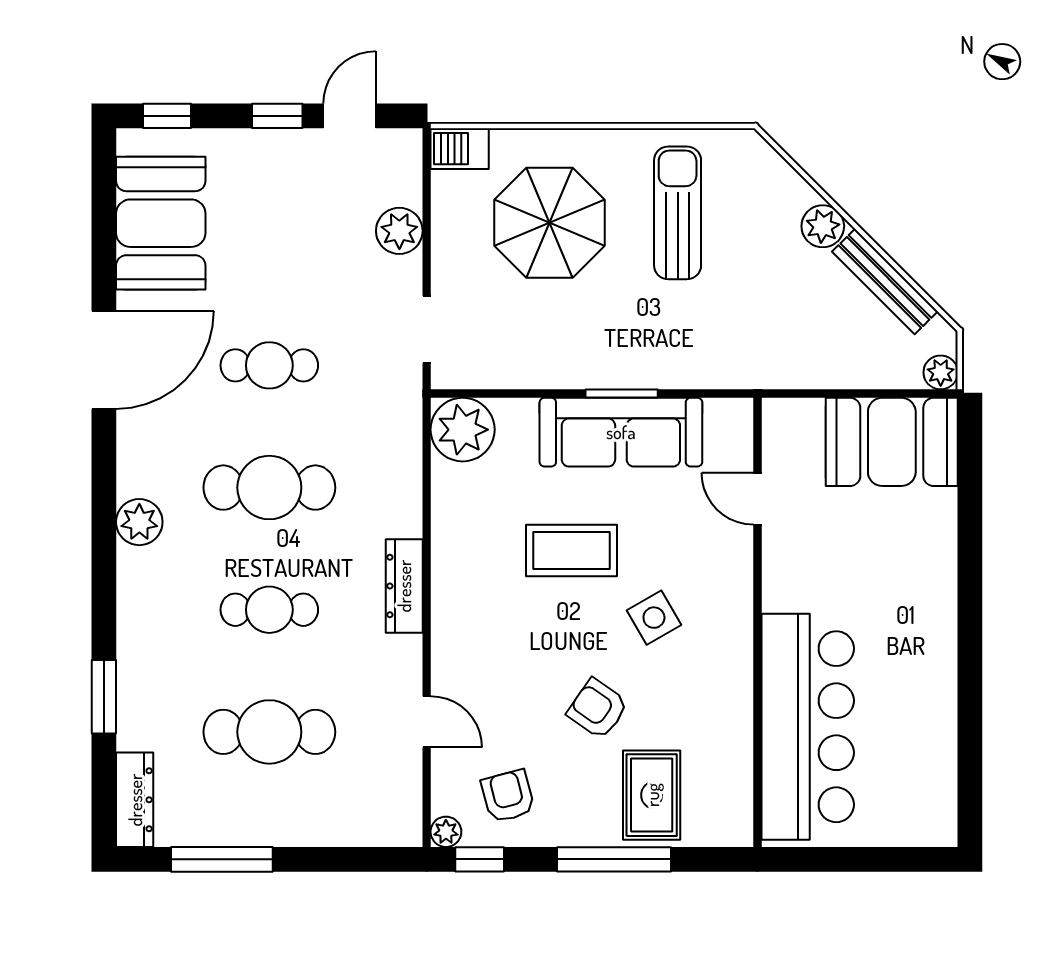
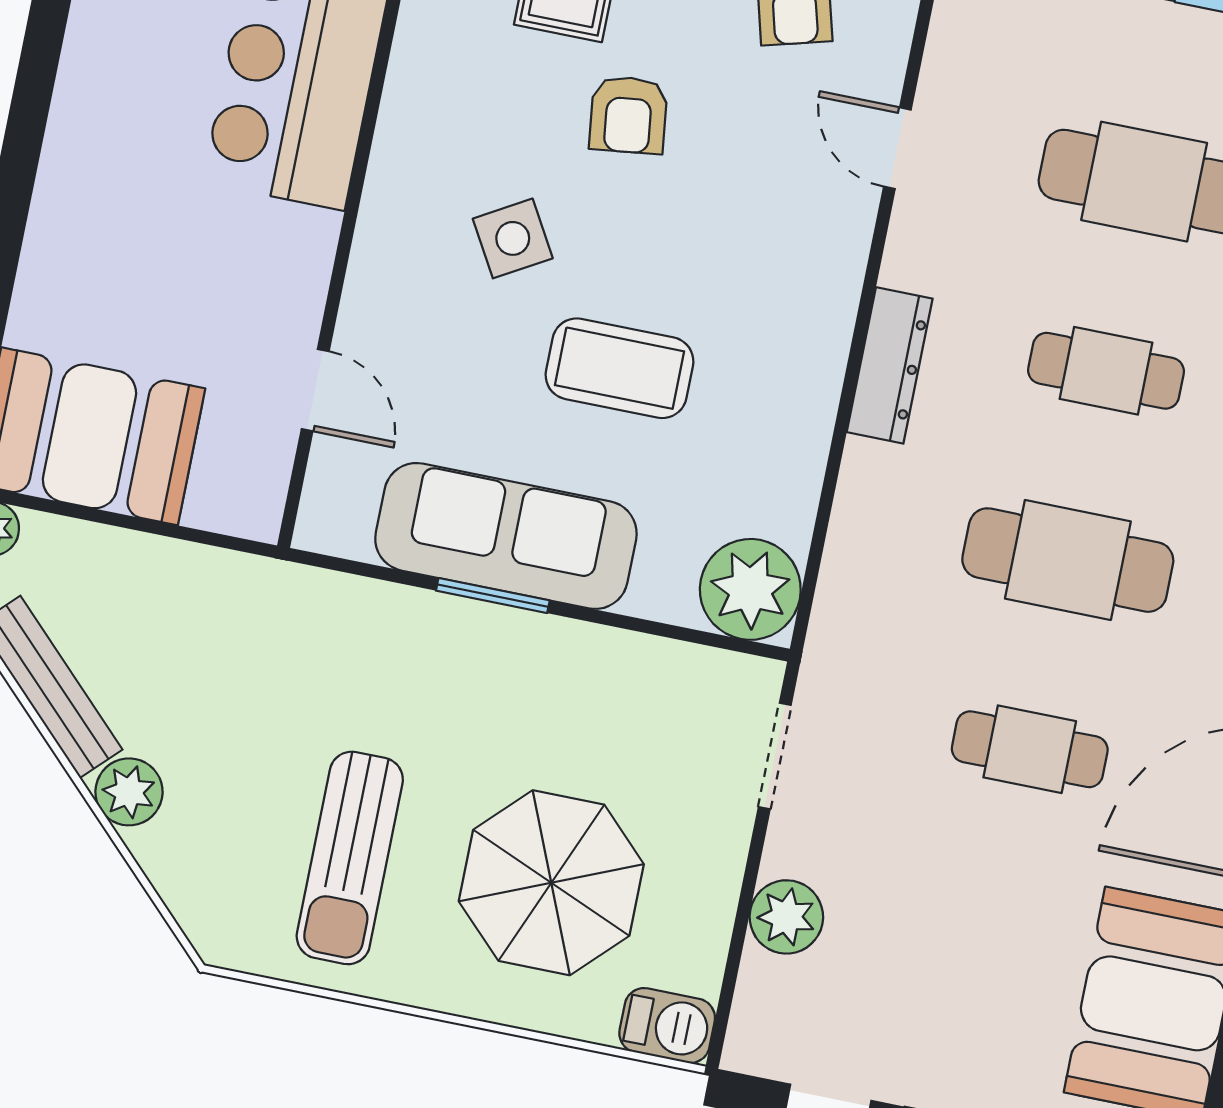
armchair: (598, 709) -> (628, 115), turned 48

